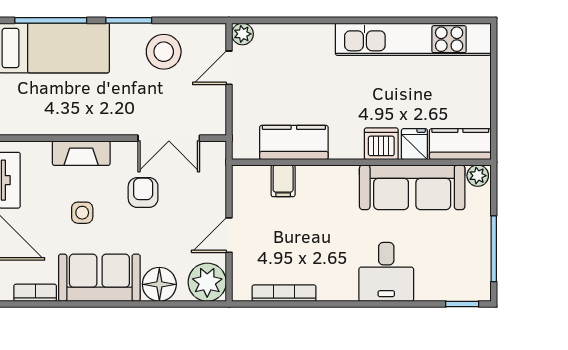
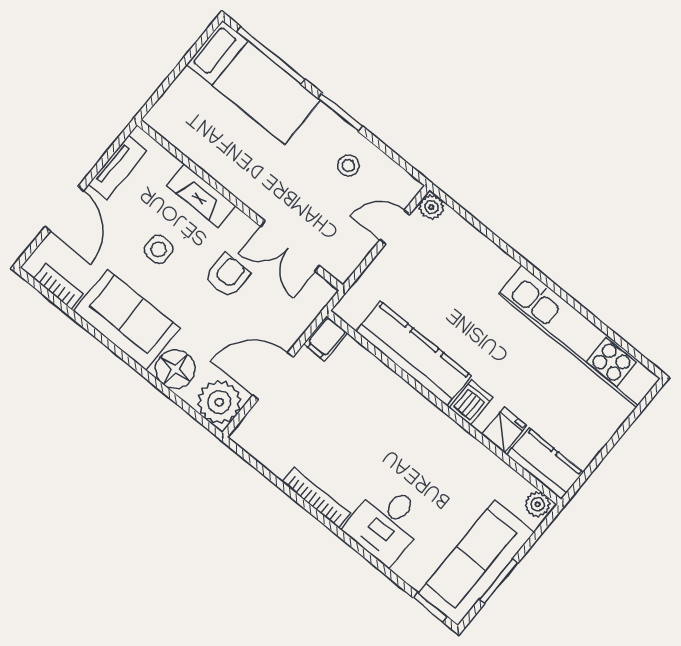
stool: (164, 52) -> (348, 165), width x0.53, depth x0.53
kitchen counter: (294, 142) -> (413, 353), width x1.50
dishwasher: (381, 144) -> (471, 402), width x0.73
filing cabinet: (283, 181) -> (325, 338), moved
sofa: (412, 187) -> (476, 563), moved, turned 90
door: (229, 235) -> (273, 376), width x1.38
window: (494, 249) -> (499, 581), width x0.69
bookcase: (284, 293) -> (316, 498), moved

